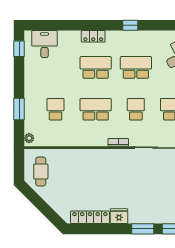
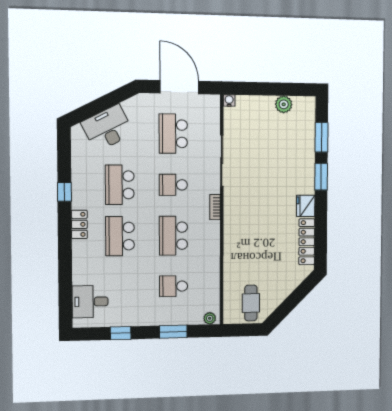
locker: (93, 36) -> (79, 224), moved
window: (19, 49) -> (121, 333), moved
cafe table: (41, 171) -> (251, 303), turned 90

